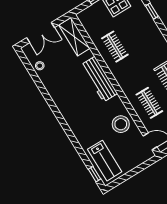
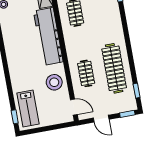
workbench: (99, 79) -> (48, 36), width x1.36, depth x1.32

